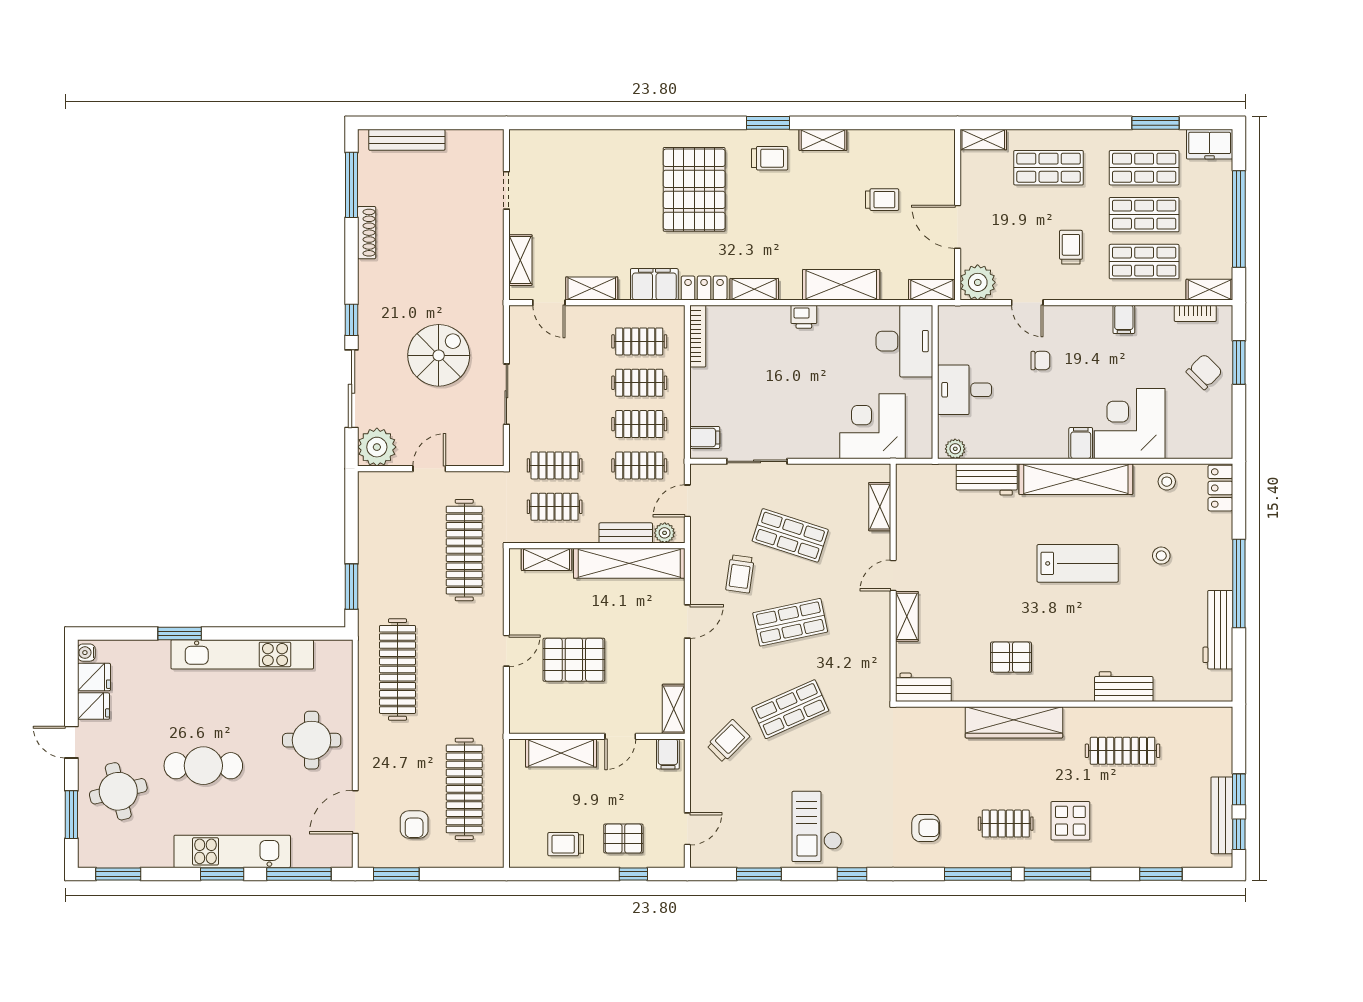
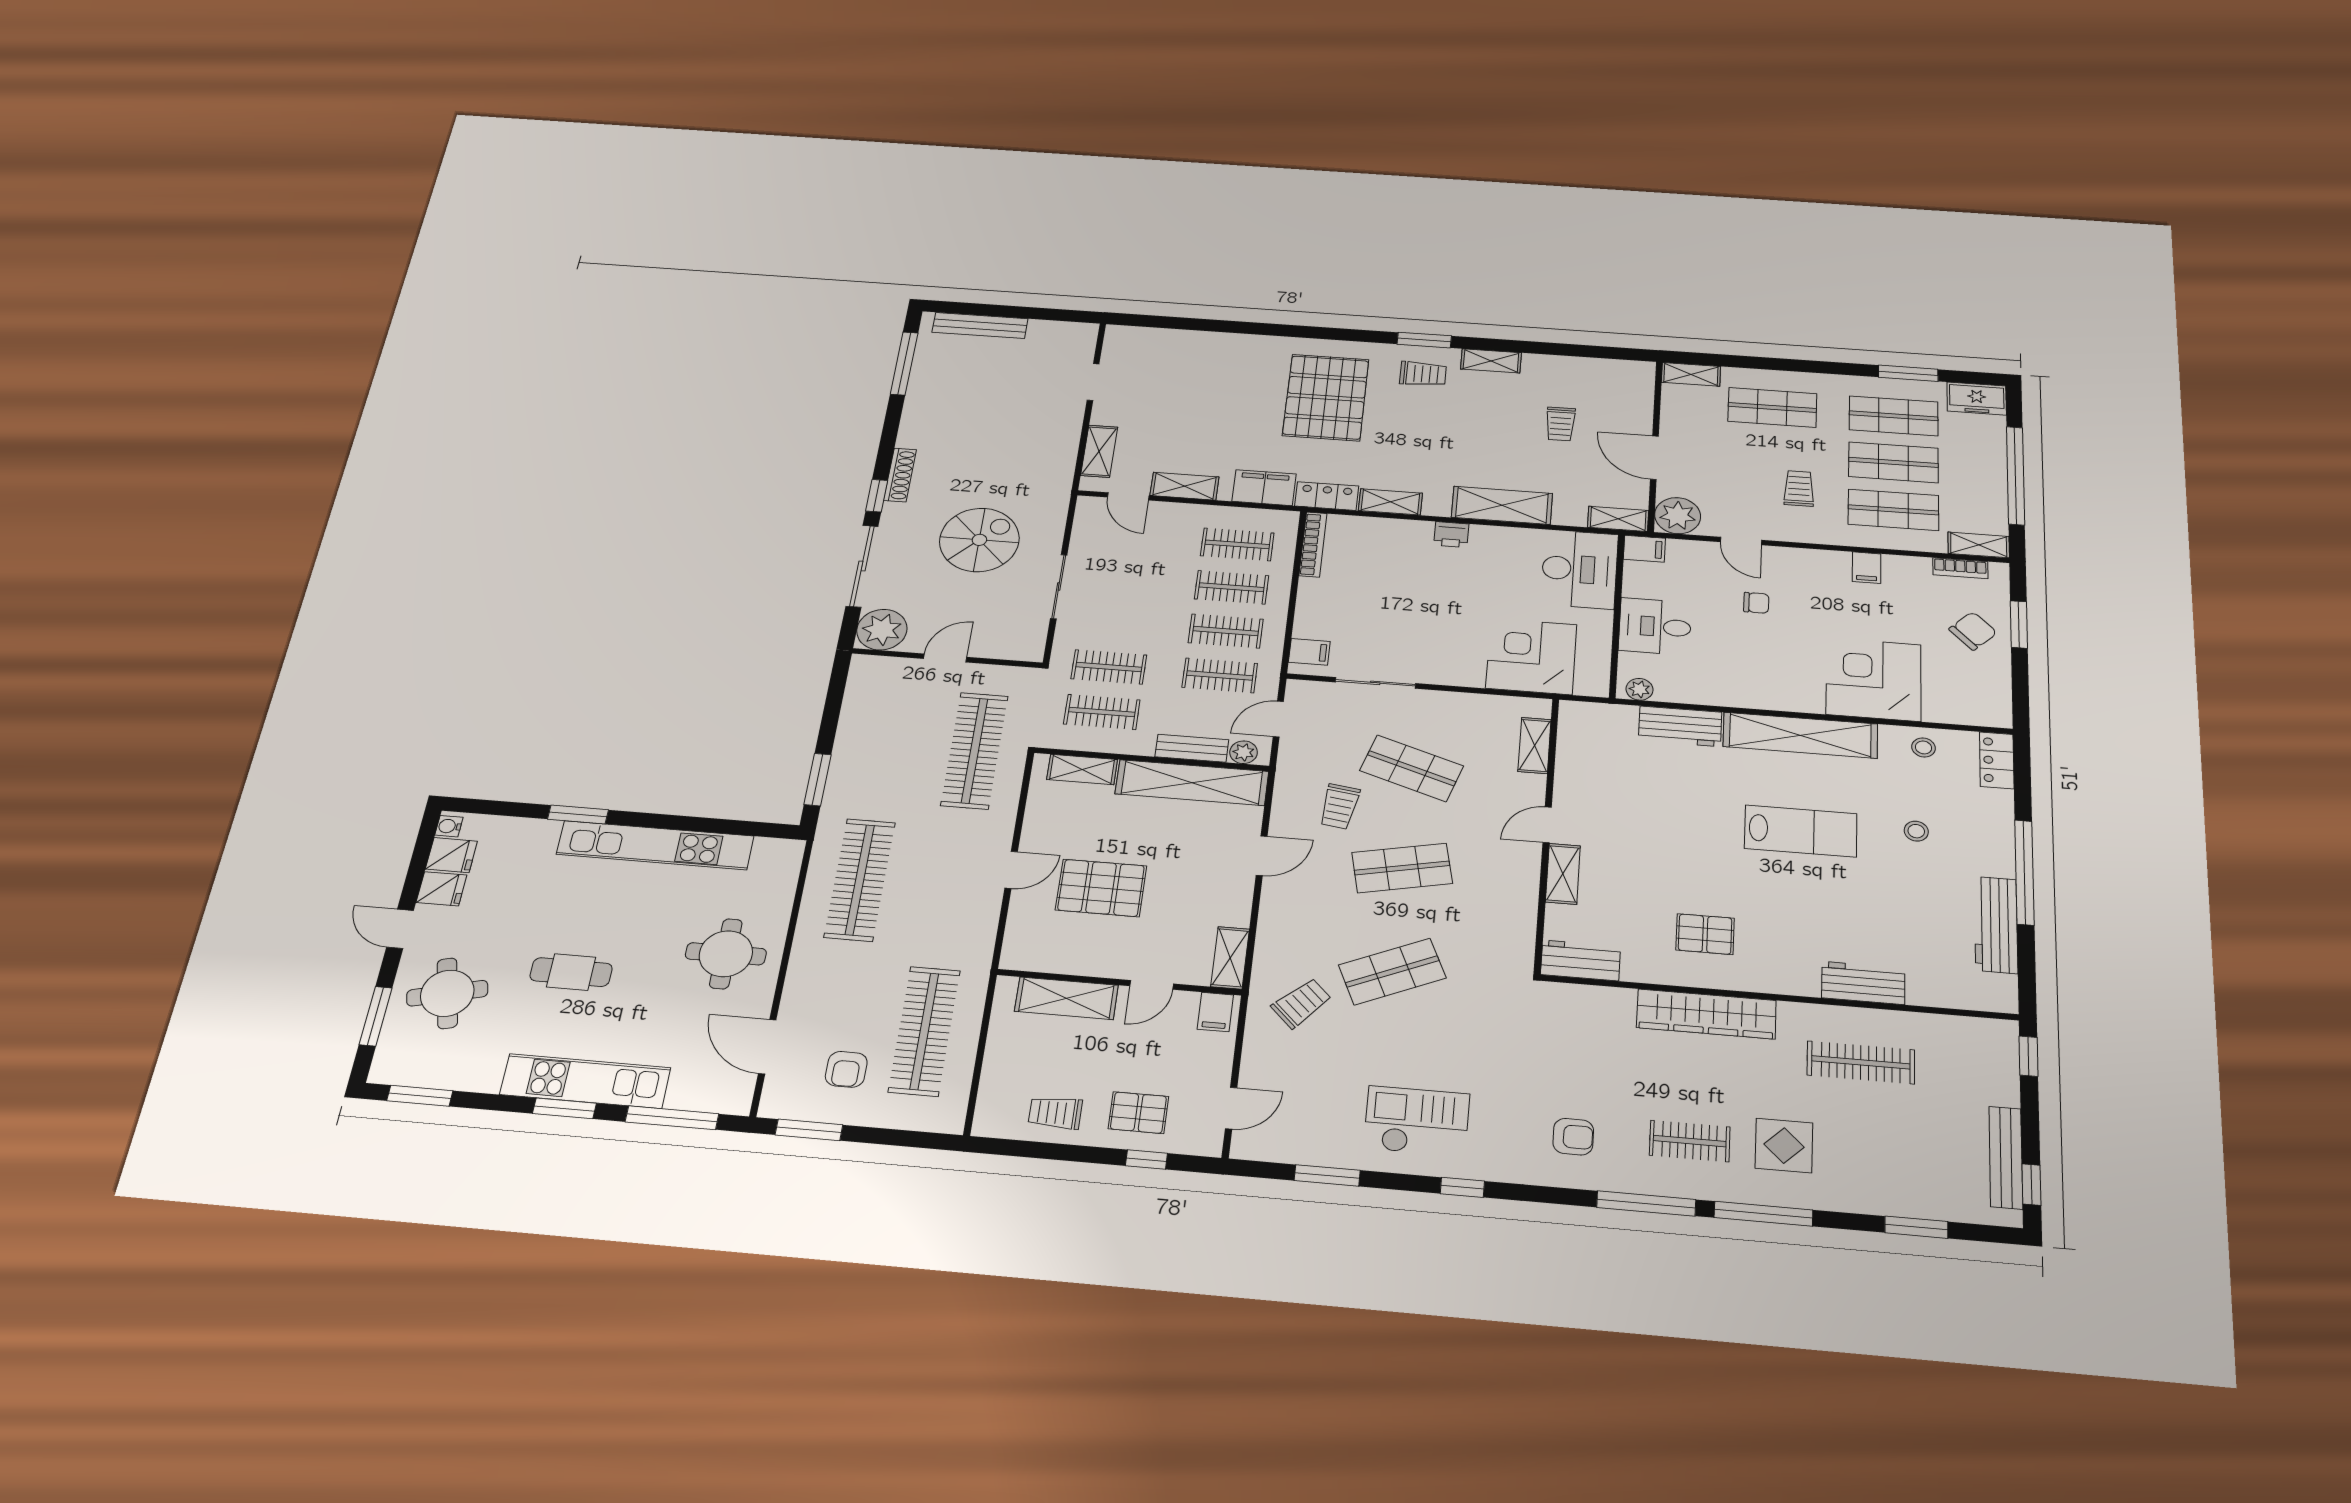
trolley: (882, 200) -> (1560, 424), turned 90
shoe rack: (367, 233) -> (900, 475), moved
filing cabinet: (1081, 443) -> (1644, 549), moved, turned 90
cafe table: (203, 766) -> (571, 972), width x0.73, depth x0.74
window: (1239, 789) -> (2029, 1056), moved
door: (355, 812) -> (767, 1047), hinge flipped
checkout: (817, 826) -> (1417, 1121), turned 90

